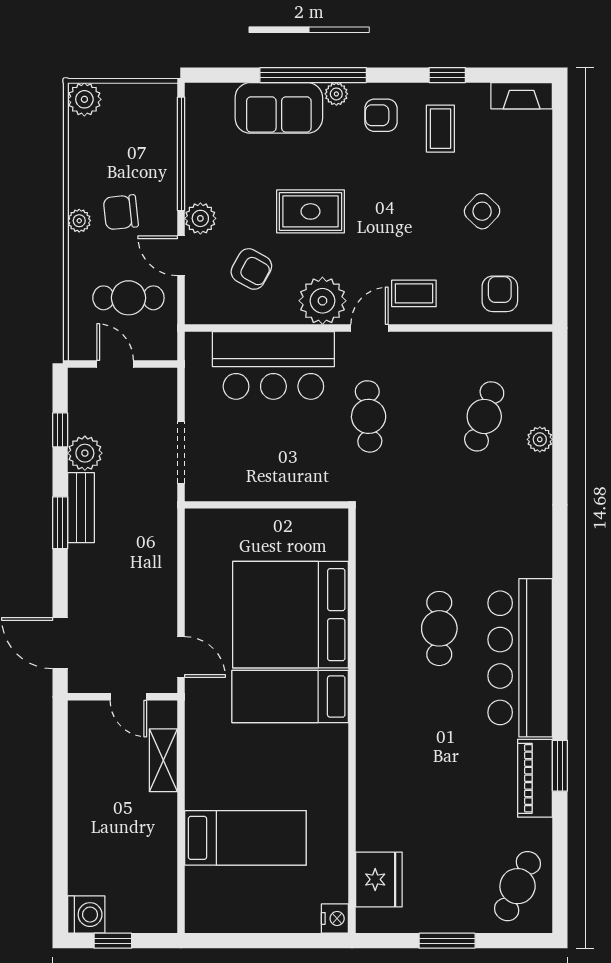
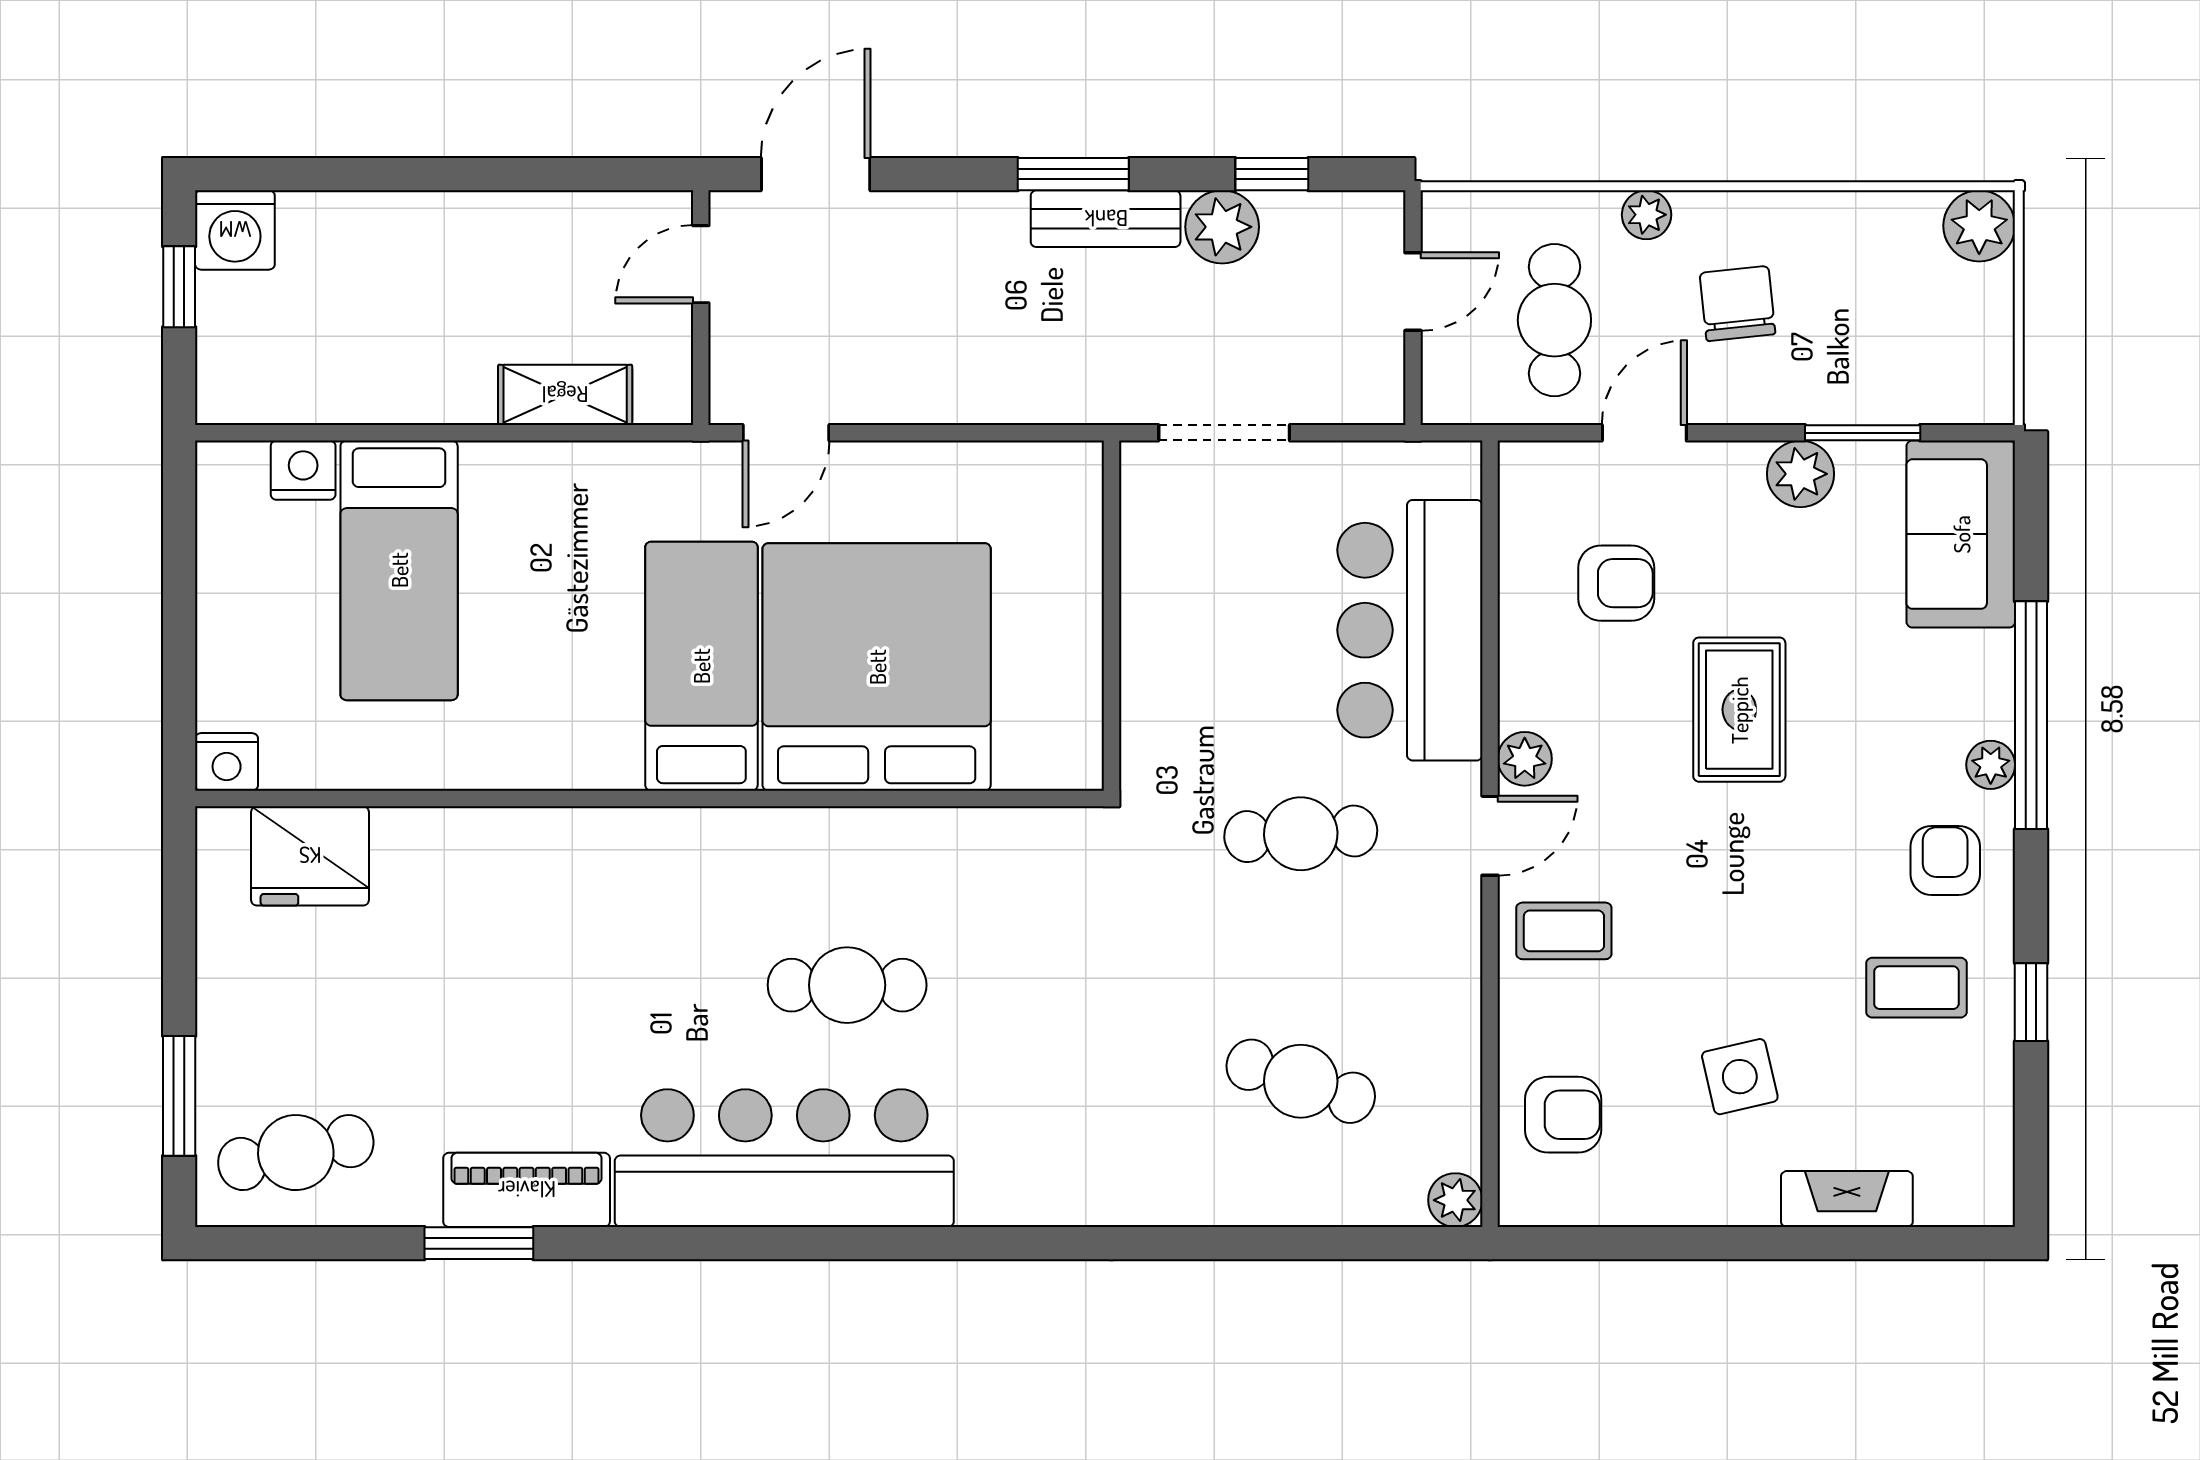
fireplace: (522, 96) -> (1847, 1199), moved, turned 90
sofa: (279, 108) -> (1961, 534), moved
window: (181, 154) -> (1863, 433), width x0.47
side table: (482, 211) -> (1740, 1077), turned 34
plant: (200, 218) -> (1801, 474), moved
plant: (79, 221) -> (1647, 215), moved
armchair: (251, 269) -> (1616, 583), turned -119
coffee table: (414, 293) -> (1564, 931), turned 90
plant: (322, 301) -> (1525, 759), width x0.53, depth x0.53
door: (369, 328) -> (1490, 836), hinge flipped
plant: (540, 439) -> (1455, 1200), moved
door: (128, 697) -> (701, 264), moved
window: (560, 766) -> (479, 1243), moved
nightstand: (199, 883) -> (303, 470), added
cafe table: (518, 886) -> (296, 1153), turned -37
window: (447, 941) -> (179, 1096), moved

